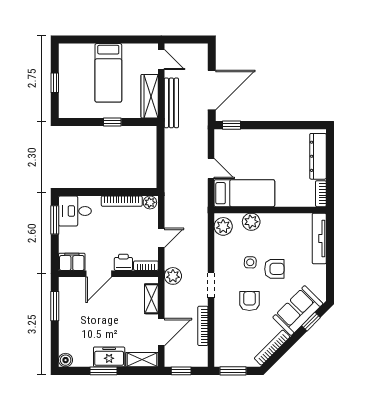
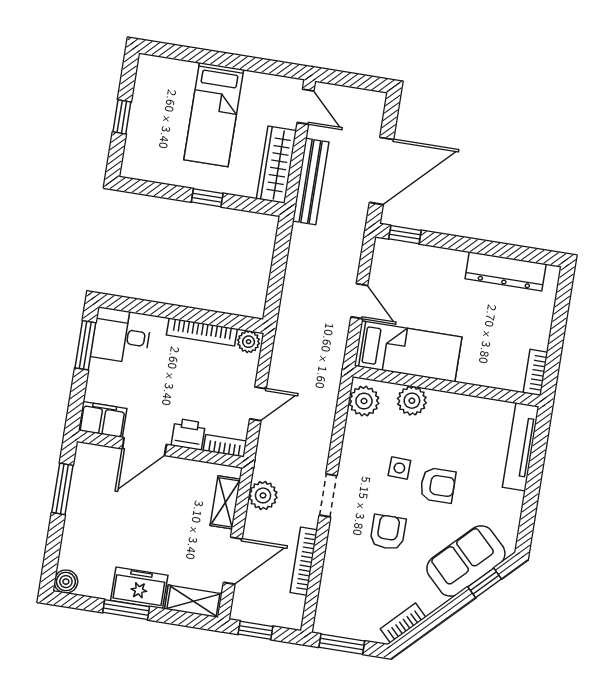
dresser: (318, 156) -> (506, 271), moved, turned -90
plant: (173, 276) -> (263, 495), moved
bookcase: (272, 348) -> (403, 623), width x0.64

